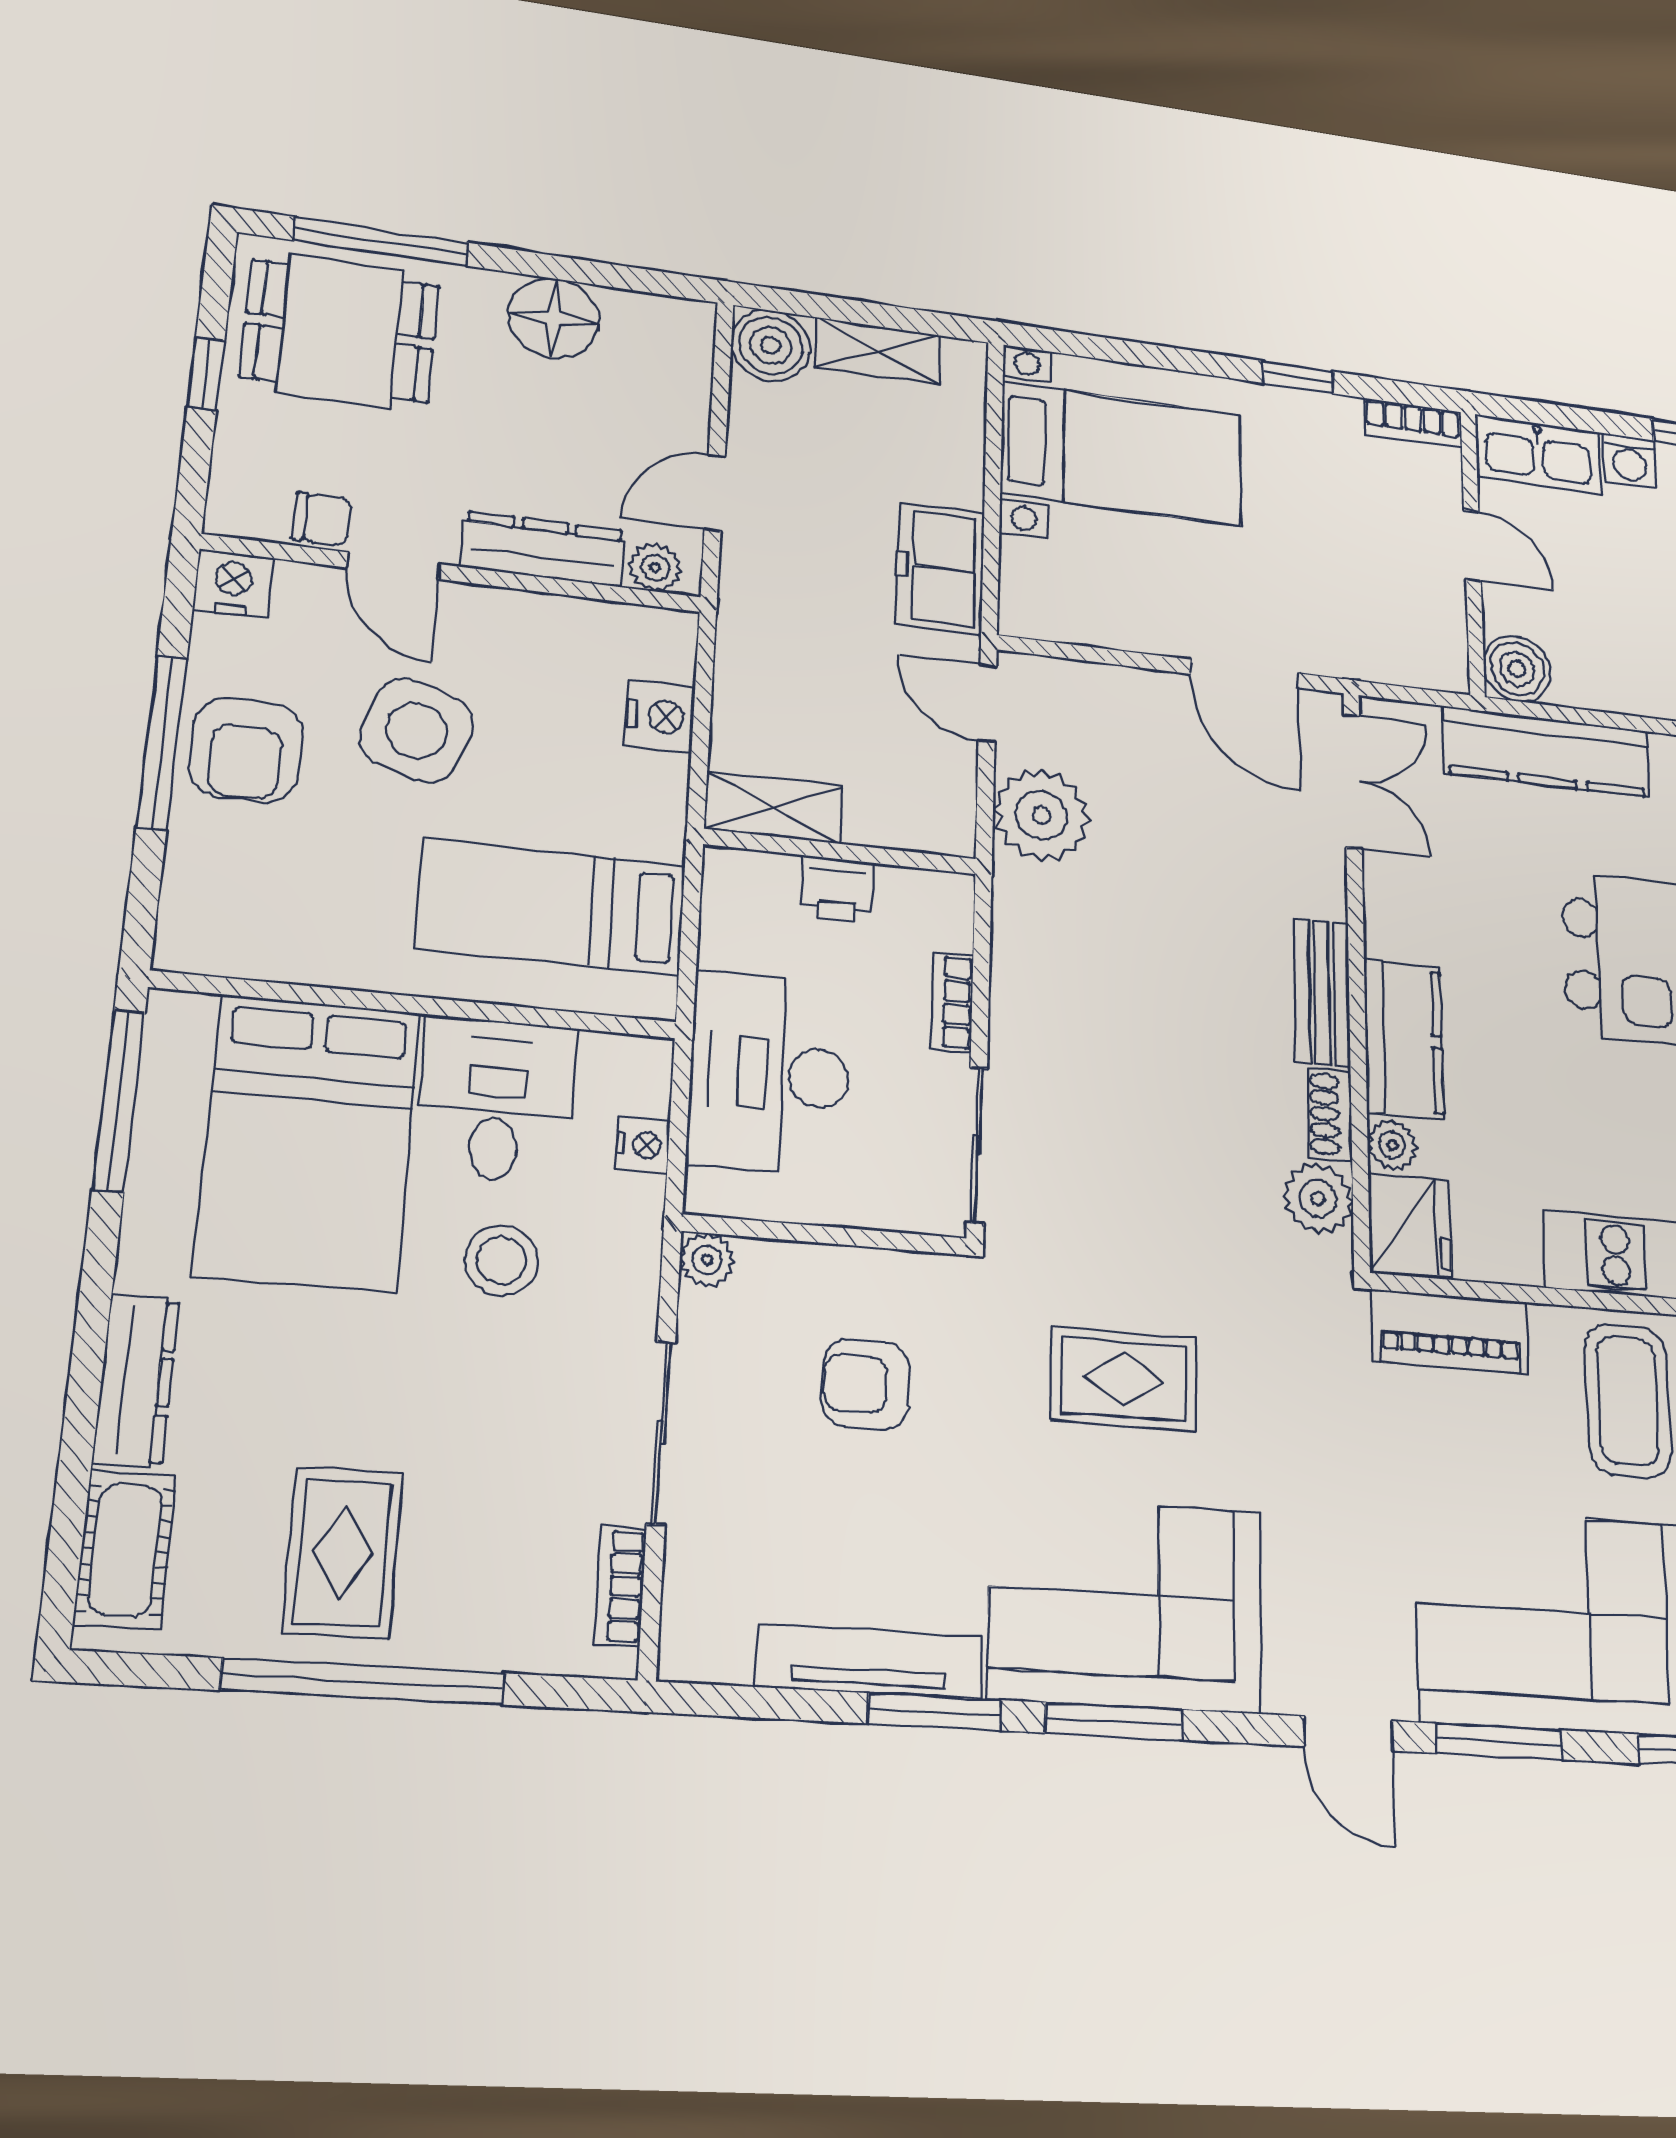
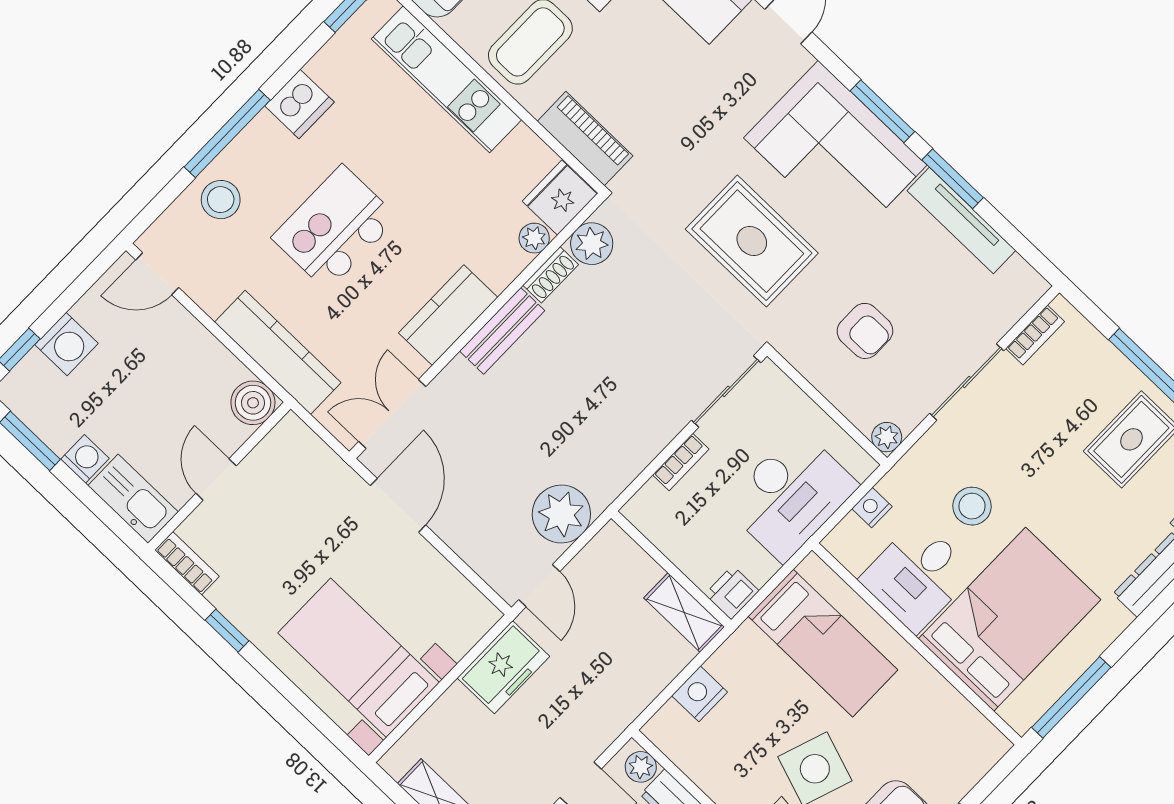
printer: (837, 889) -> (732, 593), moved, turned -90
kitchen counter: (1404, 1039) -> (448, 315), moved
rug: (1124, 1379) -> (752, 241), width x1.36, depth x1.43

